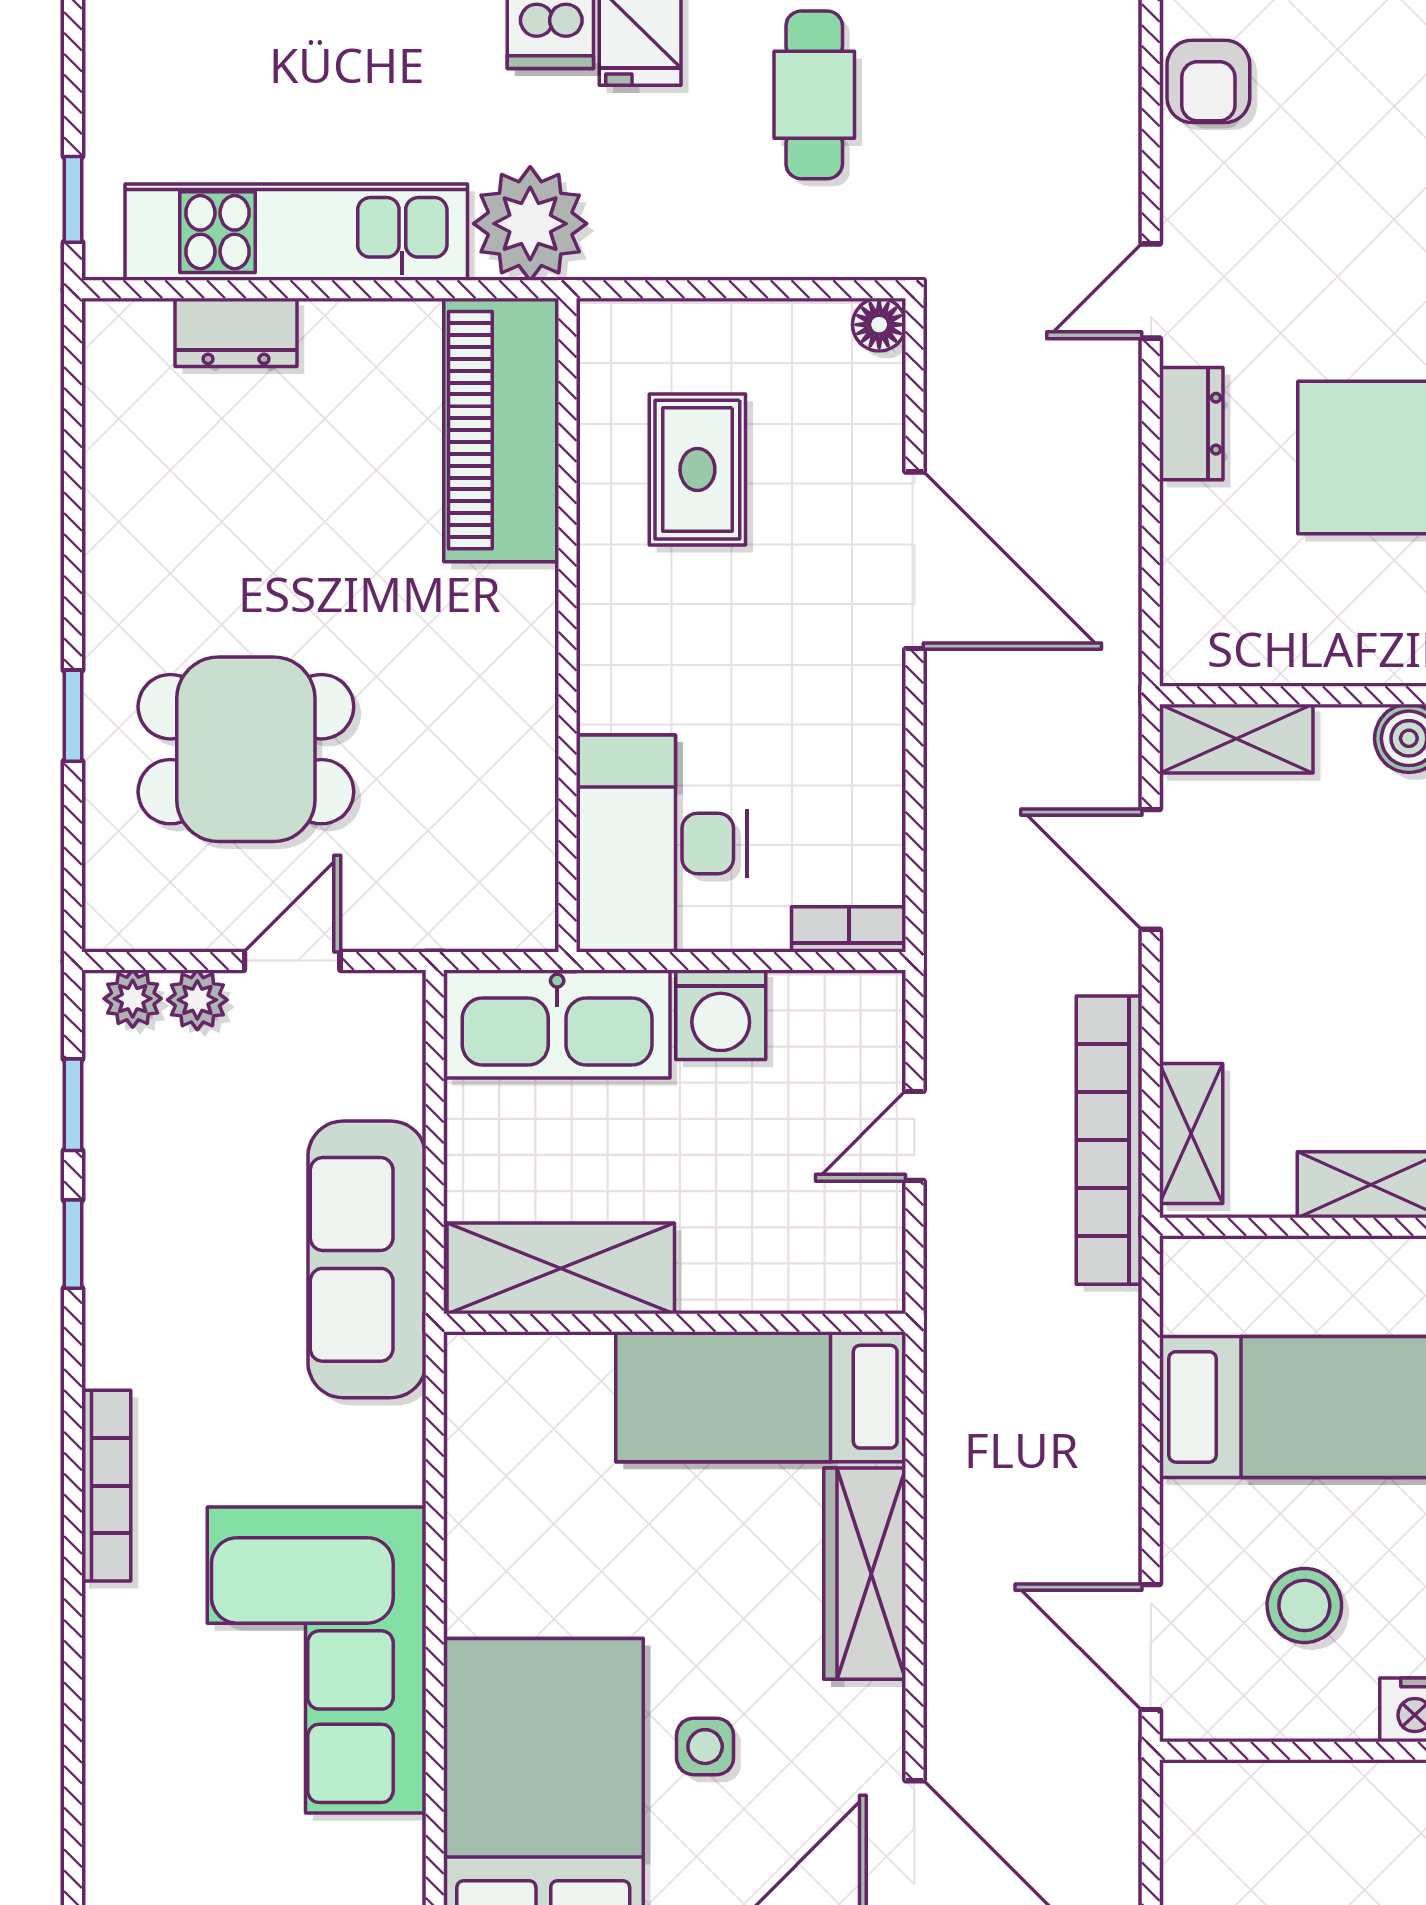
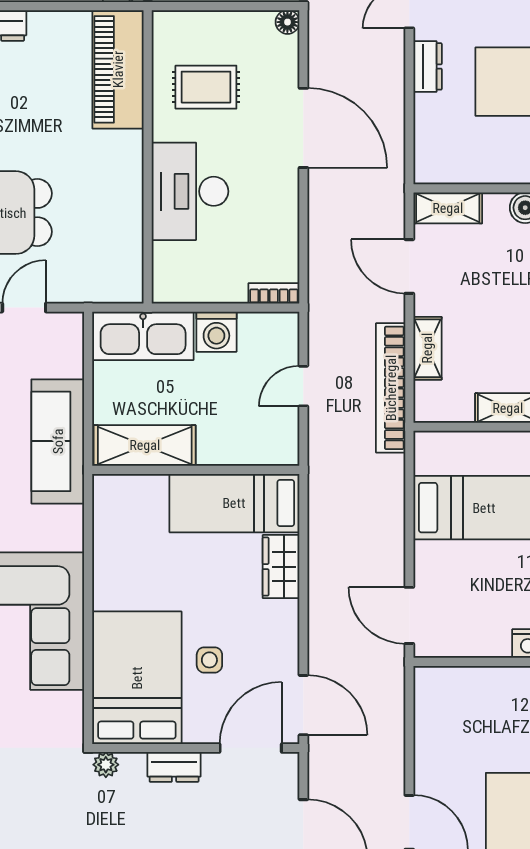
rug: (697, 470) -> (206, 87), turned 90
desk: (662, 843) -> (190, 191), moved
shelving: (1191, 1133) -> (427, 348), moved
wardrobe: (865, 1574) -> (281, 567), width x0.67
stool: (1304, 1605) -> (478, 597), removed

